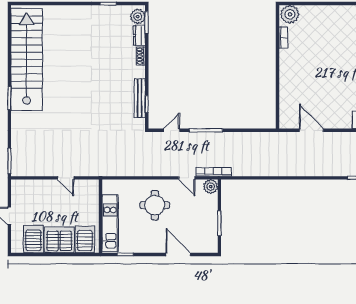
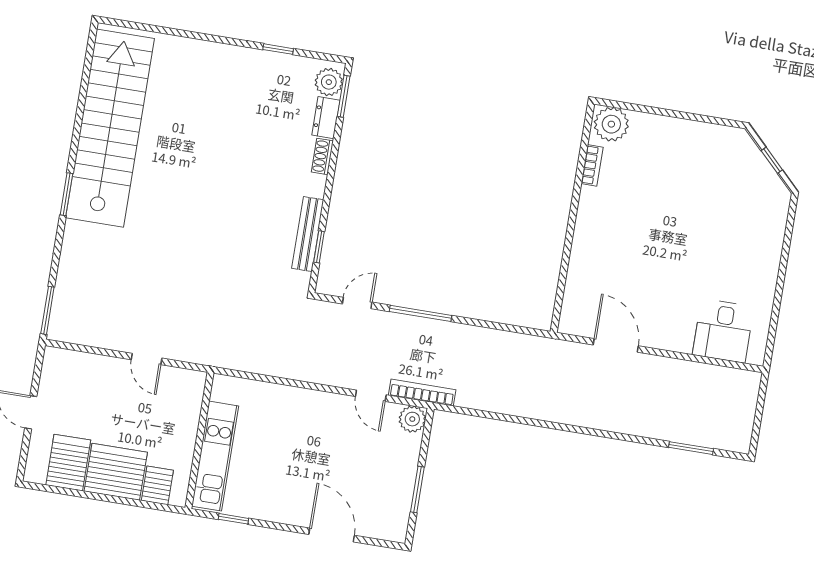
round table: (155, 205) -> (303, 437), removed
server rack: (85, 239) -> (157, 485), width x0.73, depth x0.70

